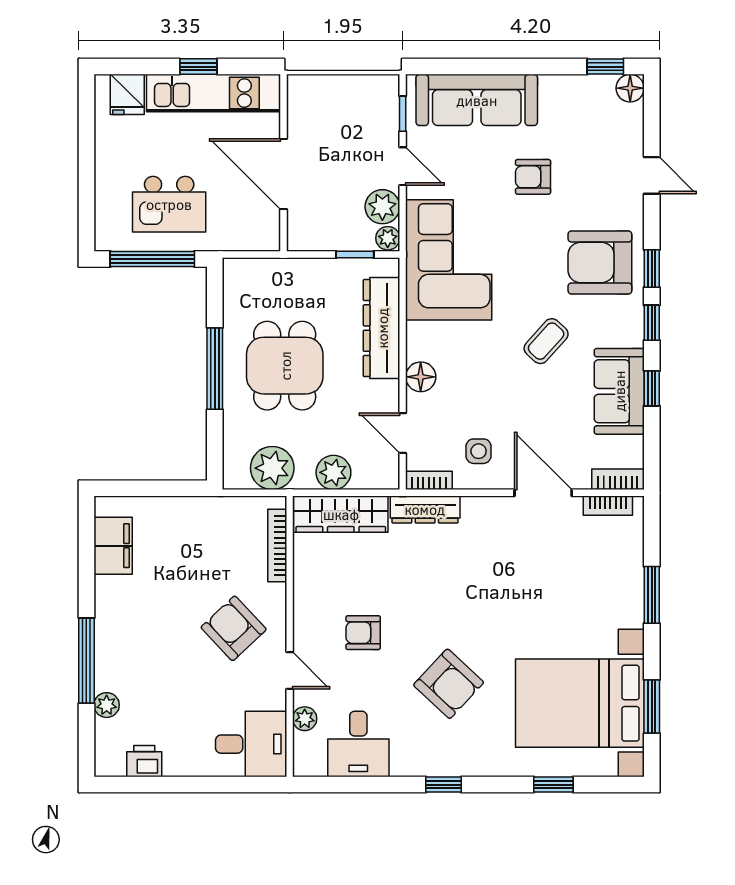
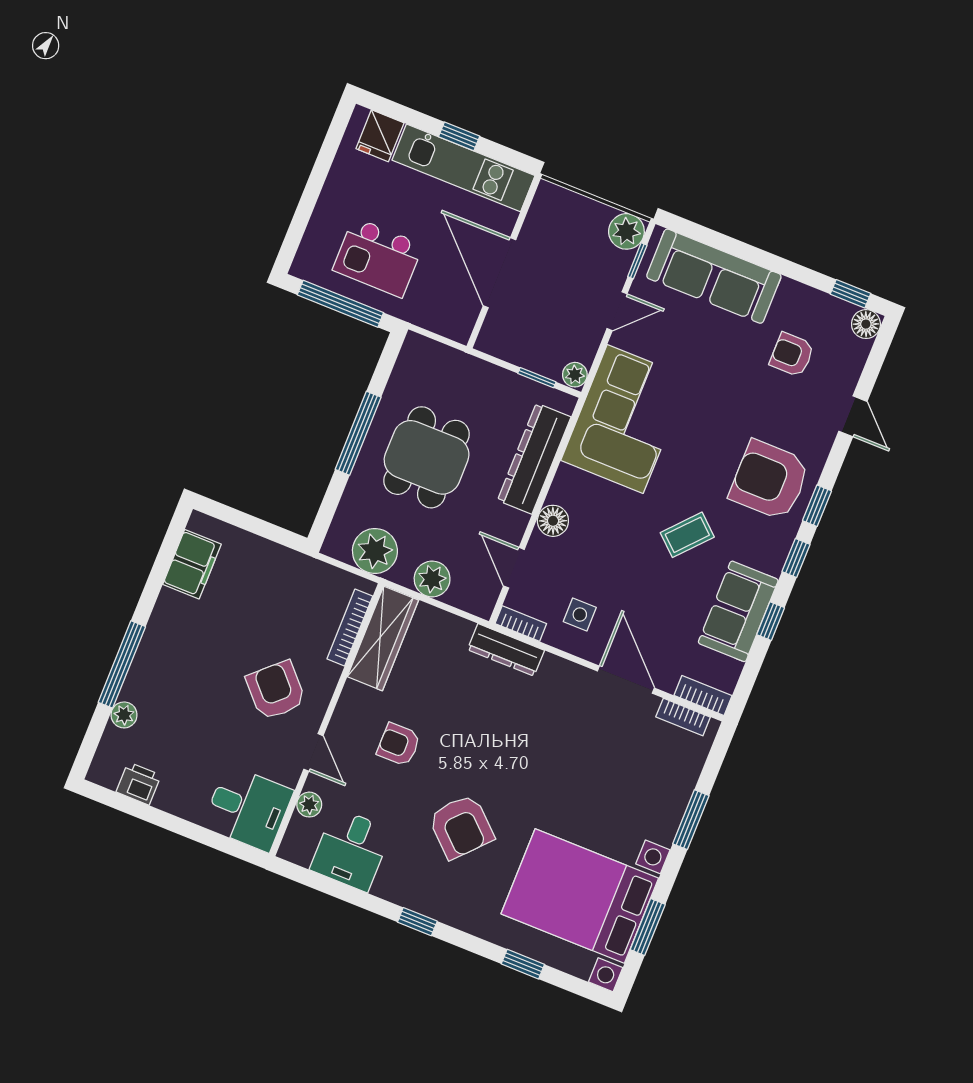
door: (403, 166) -> (617, 311), hinge flipped
armchair: (533, 177) -> (792, 355), moved
plant: (382, 207) -> (626, 231), moved
wardrobe: (341, 514) -> (383, 638), moved, turned -90

